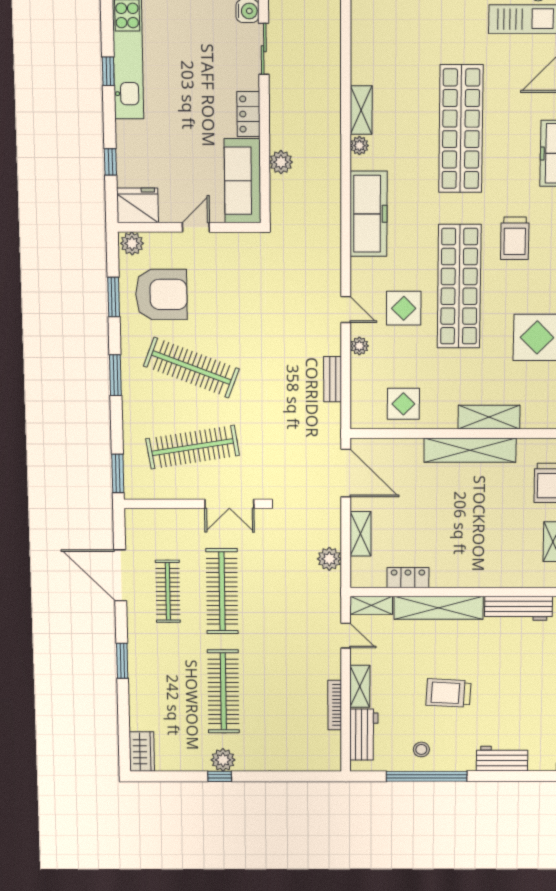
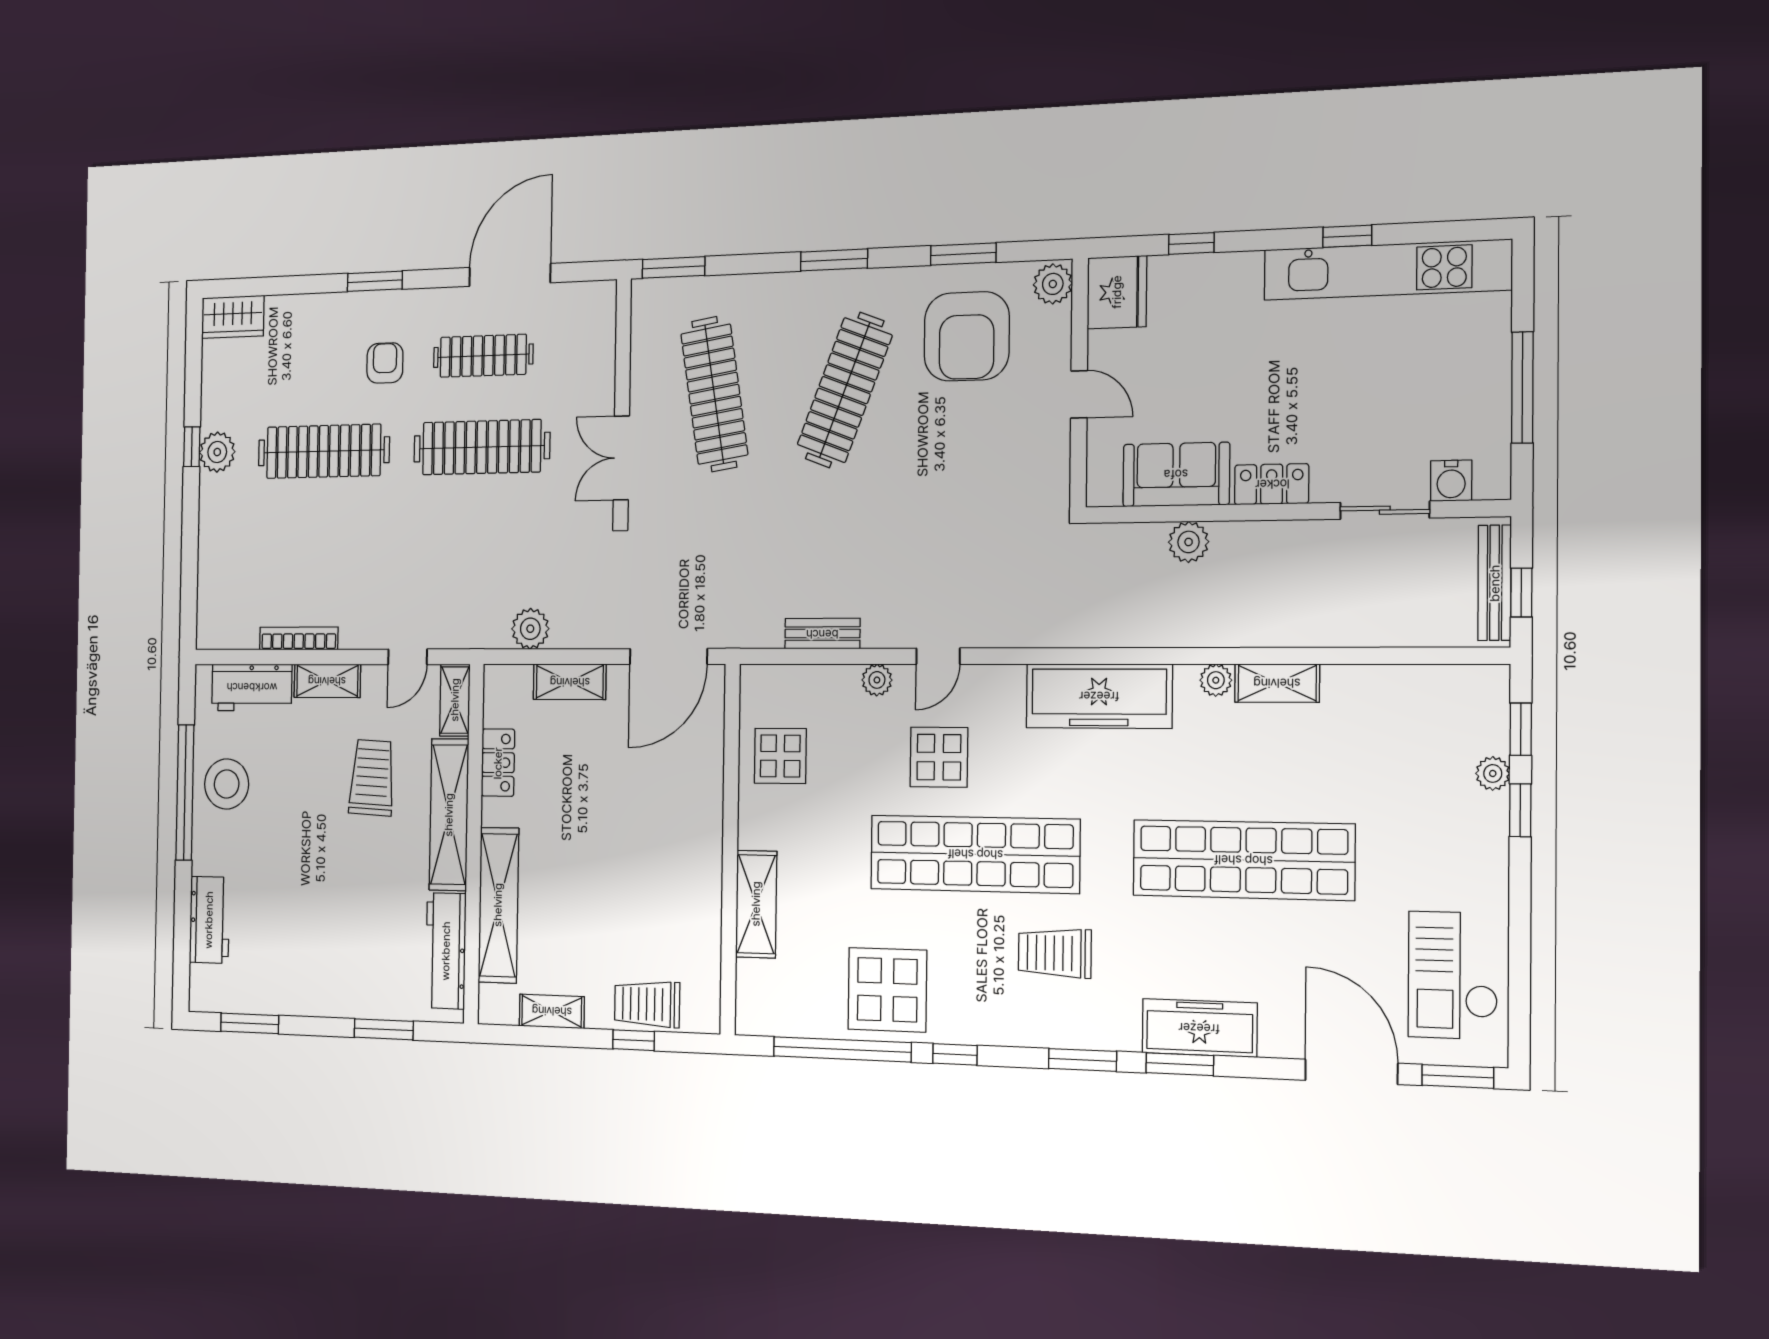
sofa: (243, 181) -> (1176, 474), width x0.73
shelving: (470, 450) -> (498, 905), moved
armchair: (171, 653) -> (385, 363), added
trolley: (448, 693) -> (372, 778), moved
stool: (421, 749) -> (227, 784), width x1.89, depth x1.89

